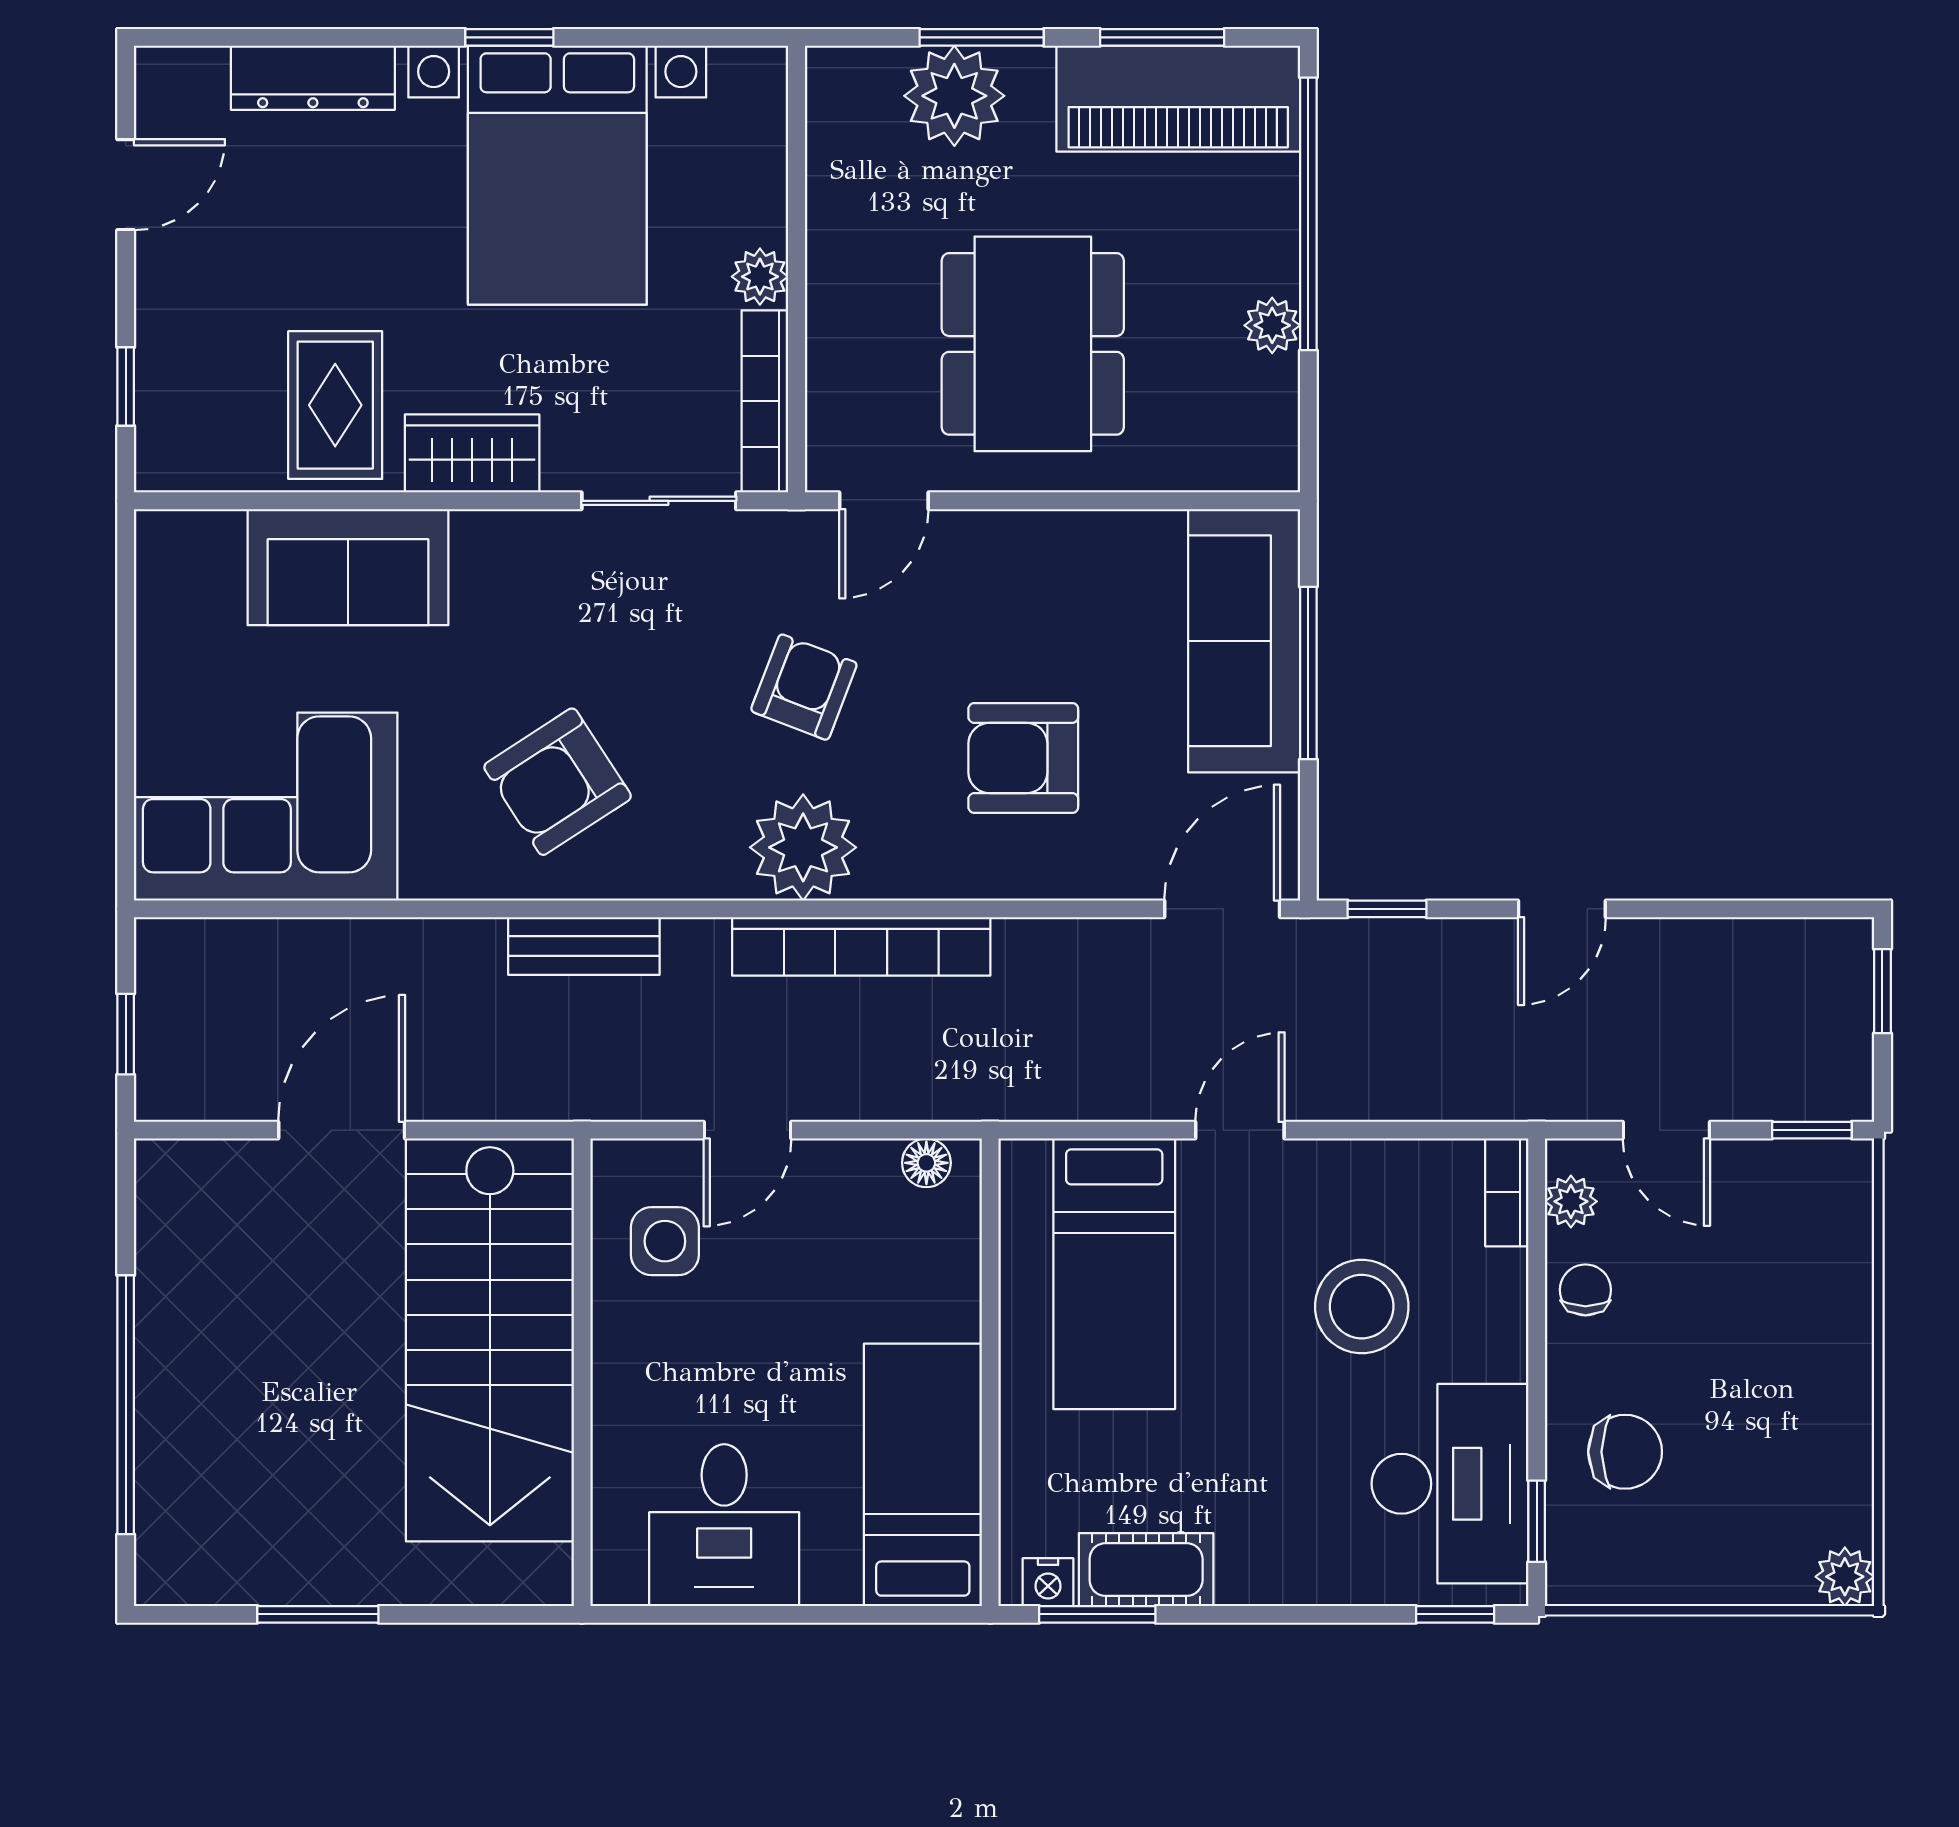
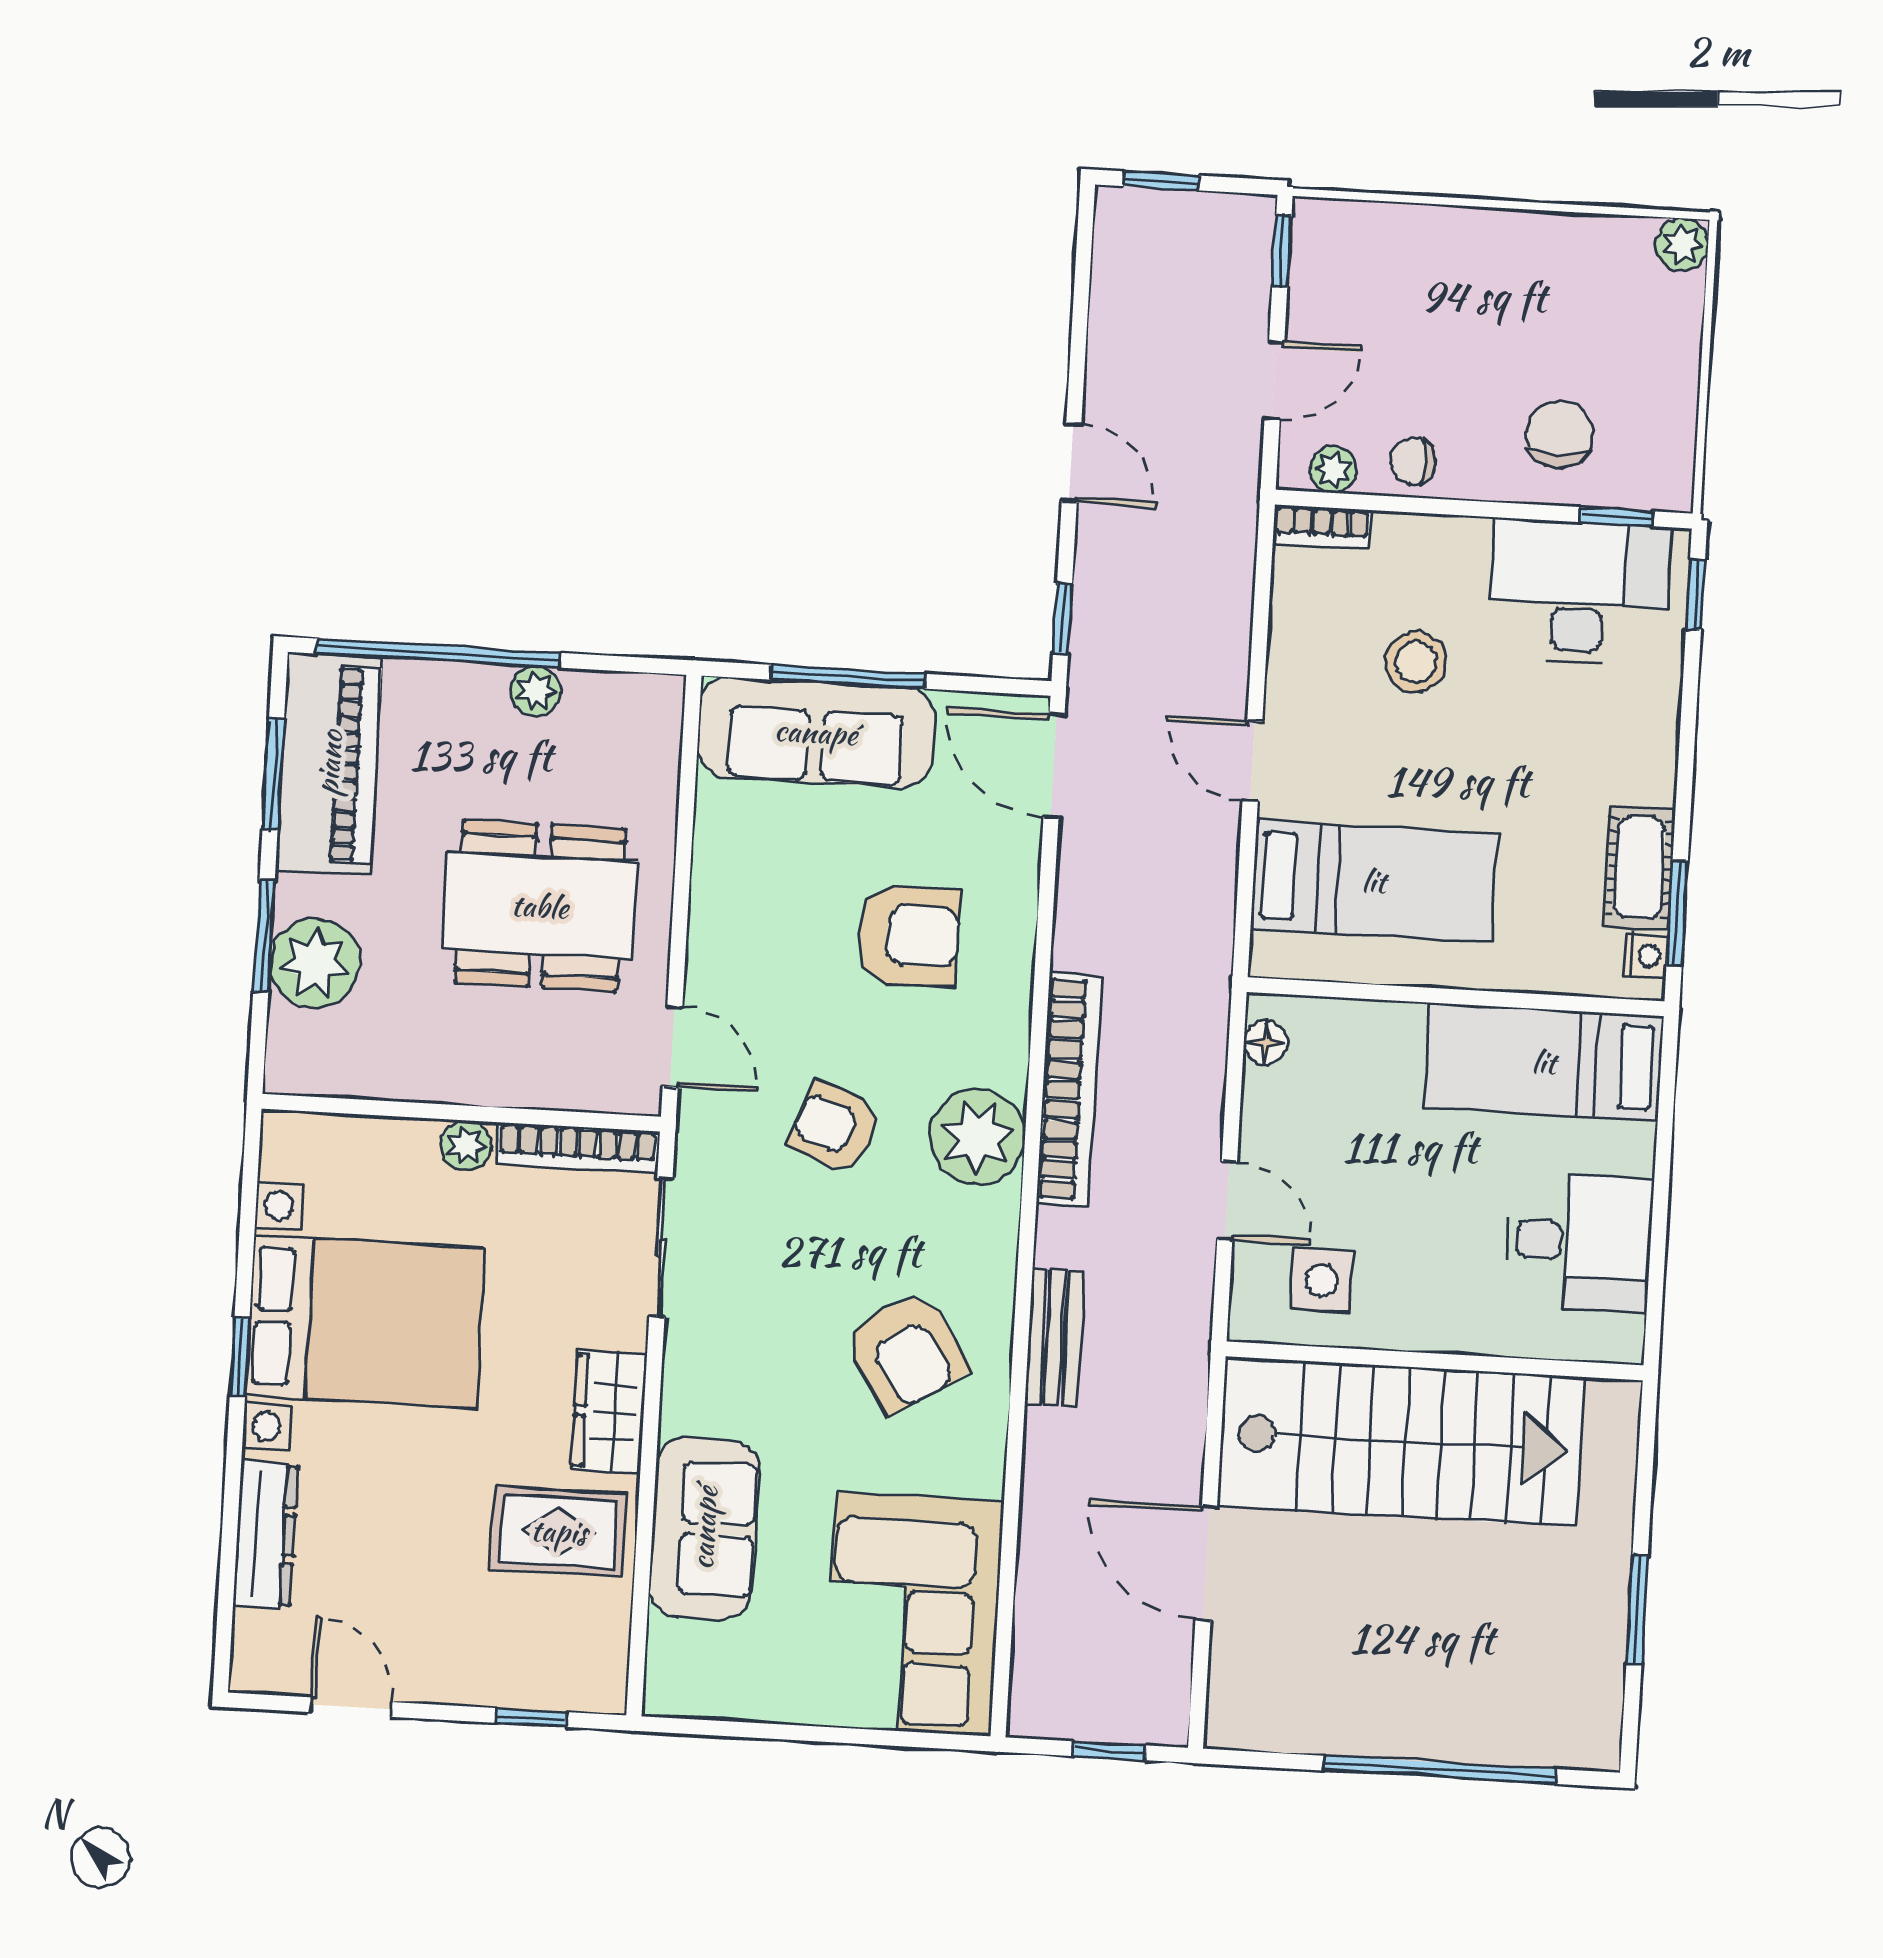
armchair: (1023, 758) -> (909, 936), turned -90
stool: (1362, 1307) -> (1416, 662), width x0.73, depth x0.73

